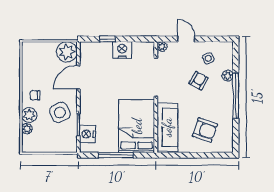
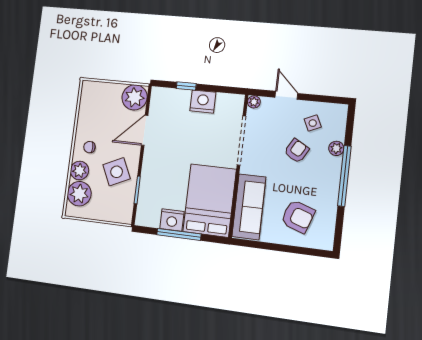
plant: (27, 129) -> (79, 194), width x1.87, depth x1.87
nightstand: (88, 134) -> (172, 220), moved, turned -90

